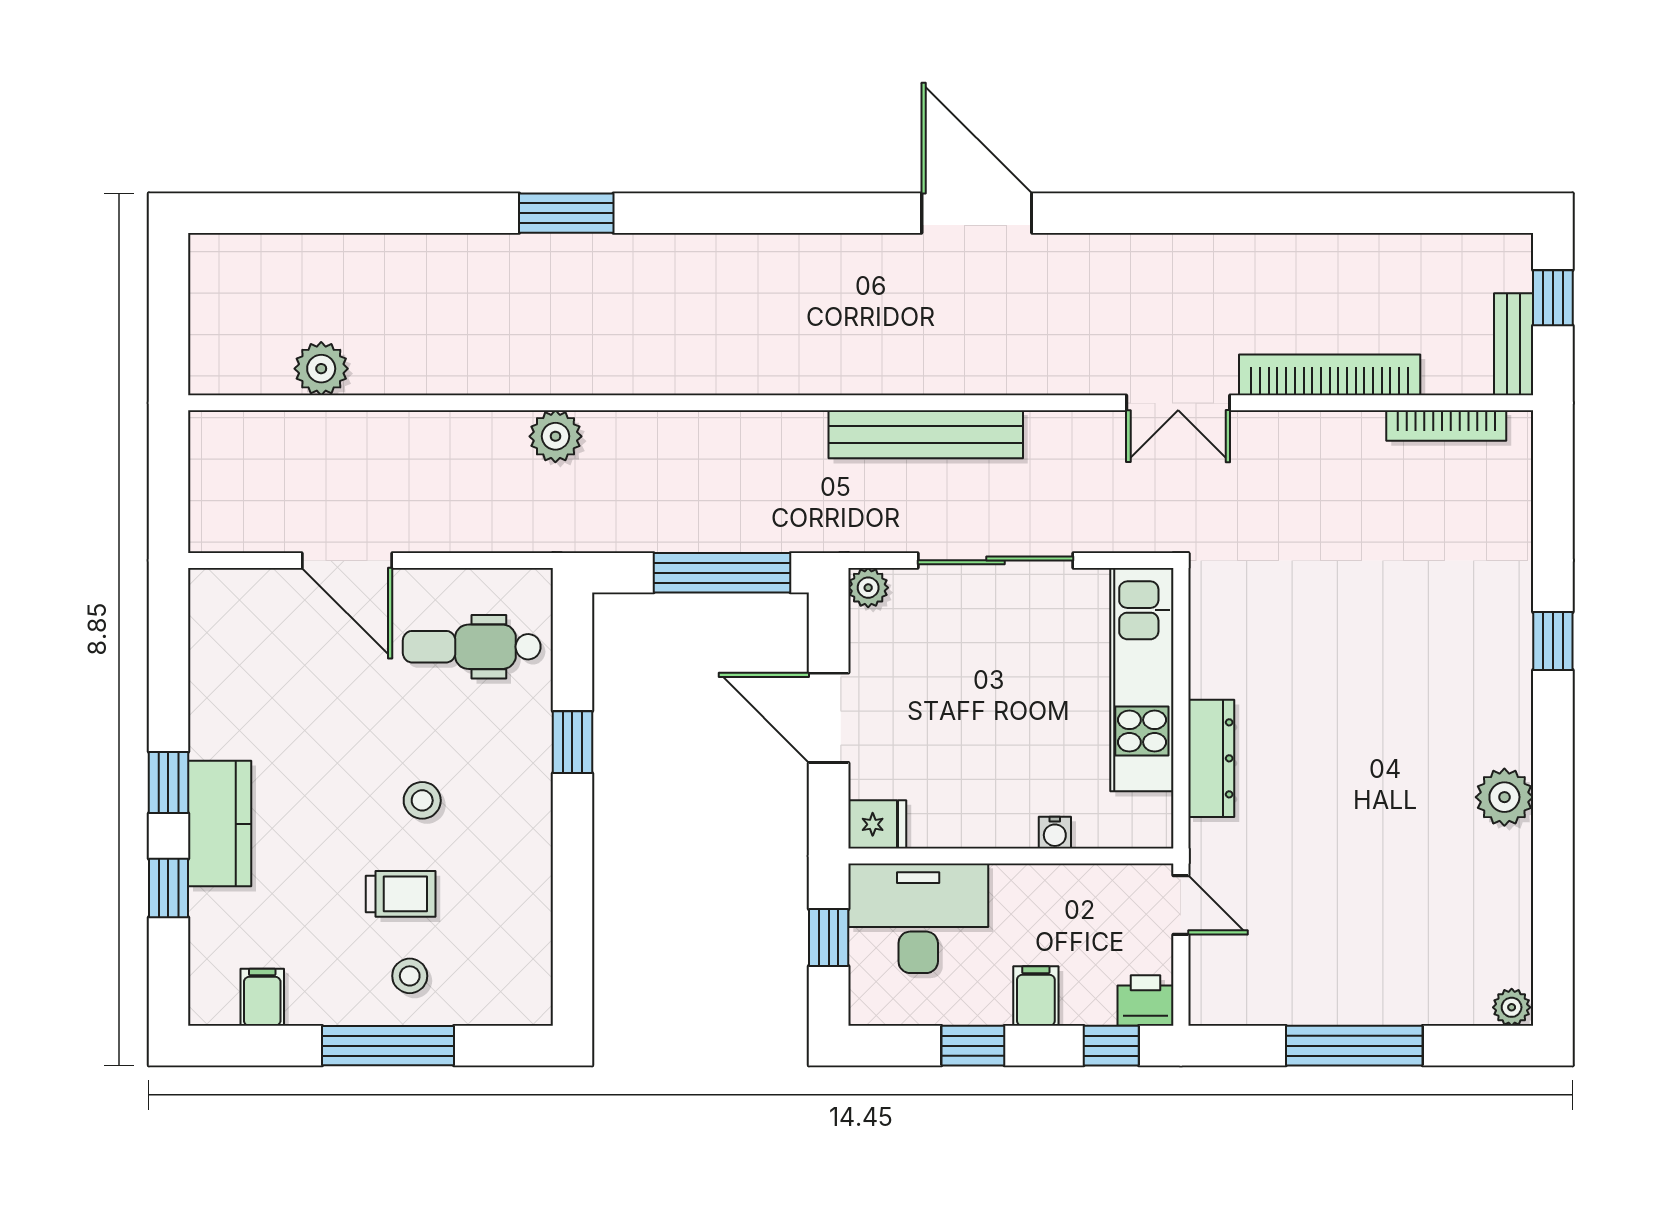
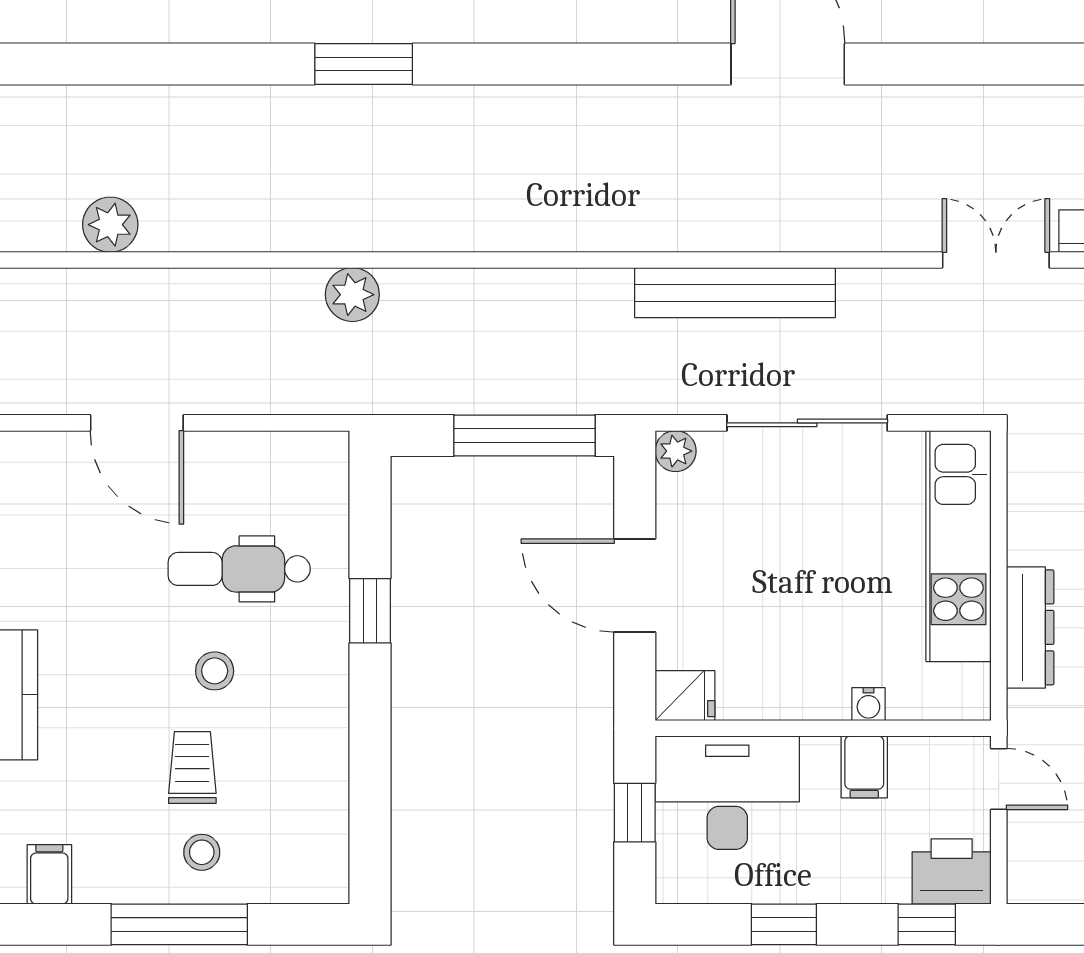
double door: (1178, 403) -> (996, 260), swing flipped
dental chair: (472, 647) -> (239, 569), moved
trolley: (401, 894) -> (192, 768), turned -90
filing cabinet: (1036, 996) -> (864, 767), moved, turned 180
printer: (1145, 1001) -> (952, 871), width x1.36, depth x1.24

